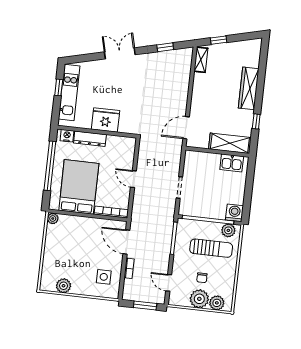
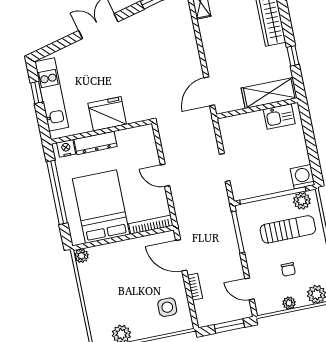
plant: (199, 299) -> (289, 303), width x0.53, depth x0.53

